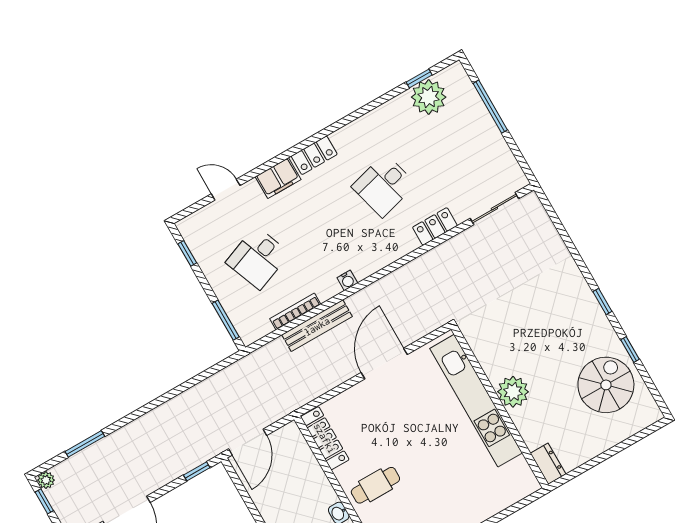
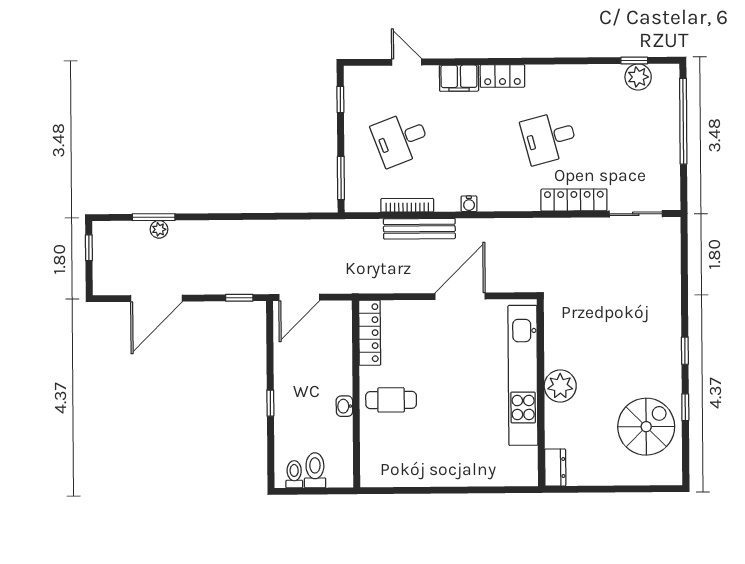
plant: (429, 97) -> (638, 77), width x0.73, depth x0.73
window: (490, 107) -> (683, 121), width x1.46
locker: (435, 226) -> (574, 200), width x1.53
plant: (46, 480) -> (159, 229), moved

